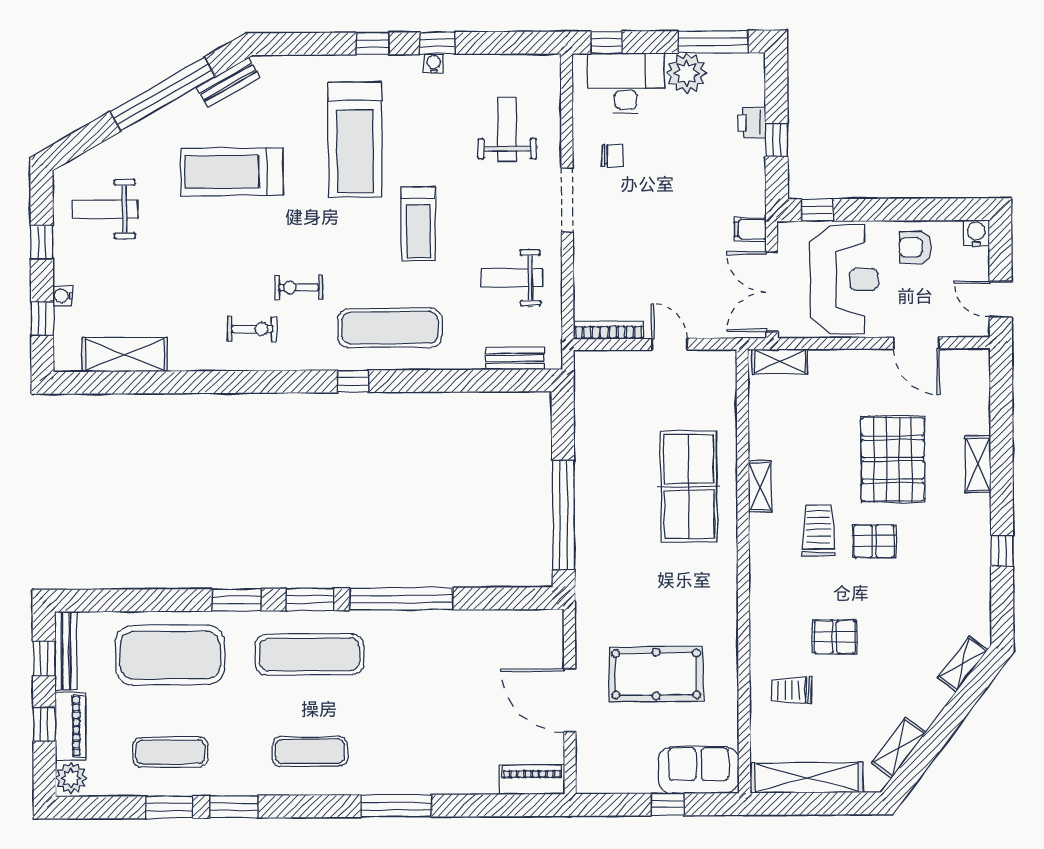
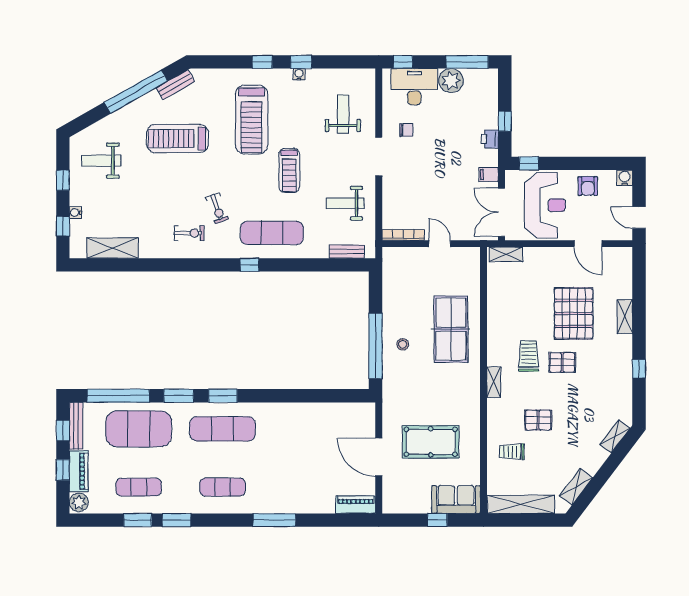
printer: (752, 123) -> (490, 139), moved
armchair: (915, 247) -> (588, 186), turned -90
exercise bike: (299, 287) -> (217, 208), turned -110
shelving: (760, 486) -> (494, 382), moved
stool: (609, 512) -> (403, 344), added
window: (401, 599) -> (118, 396), moved

